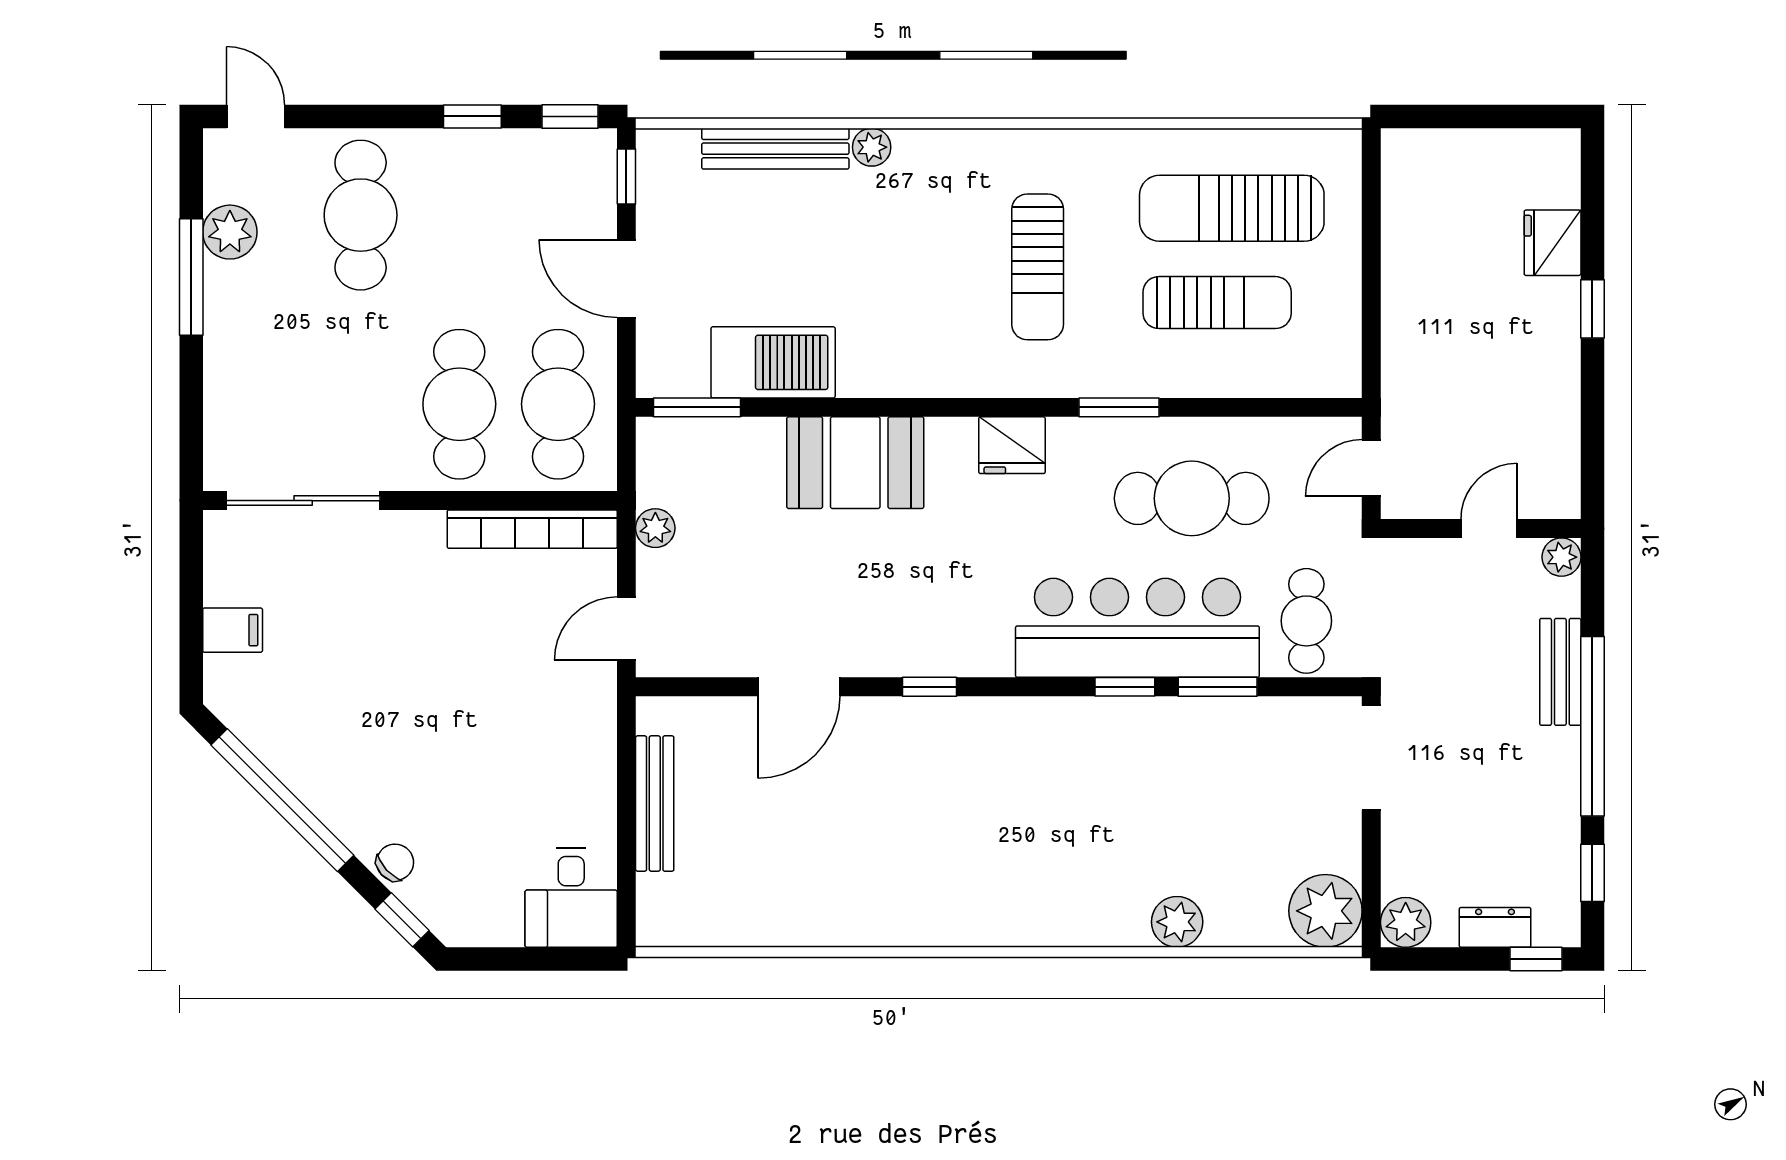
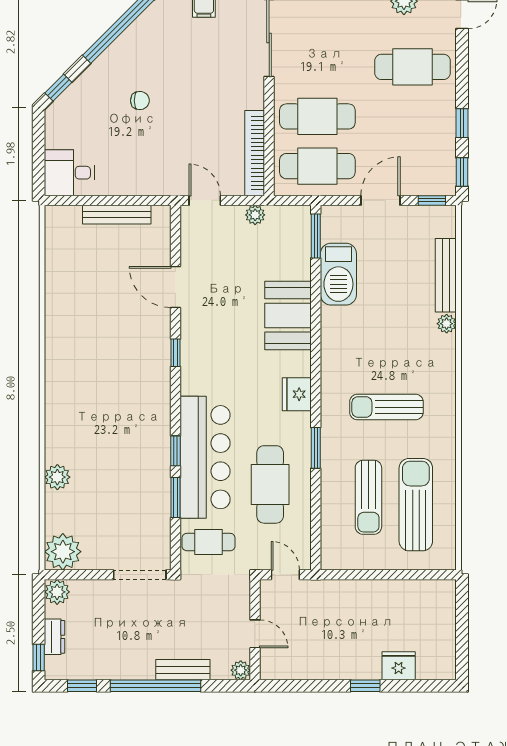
chair: (395, 862) -> (140, 101), moved, turned -47

